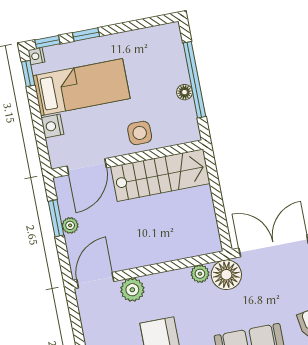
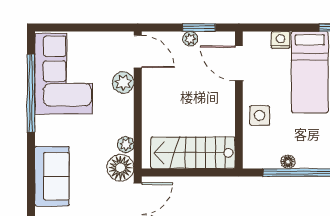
stairs: (160, 175) -> (193, 153), moved, turned 90

